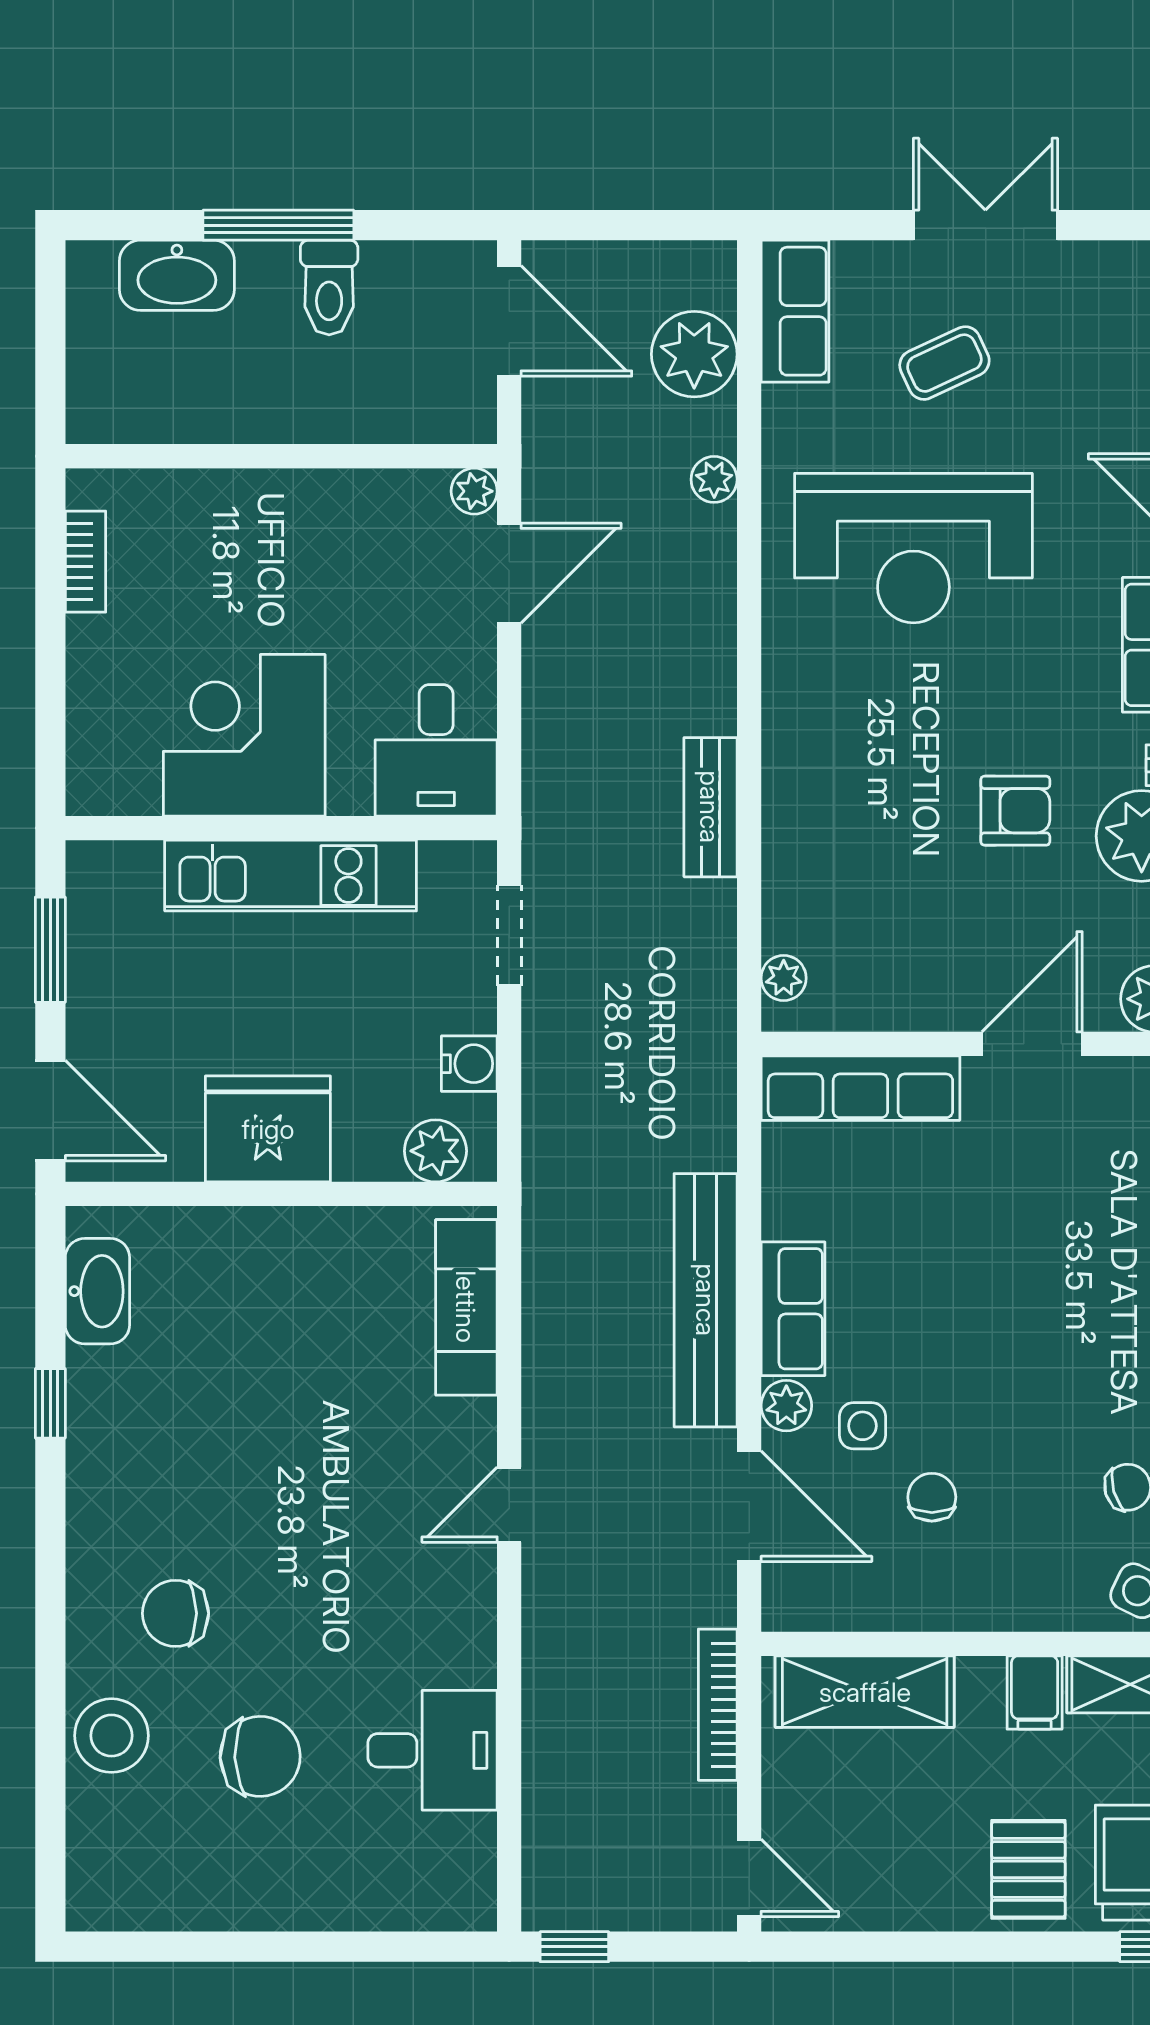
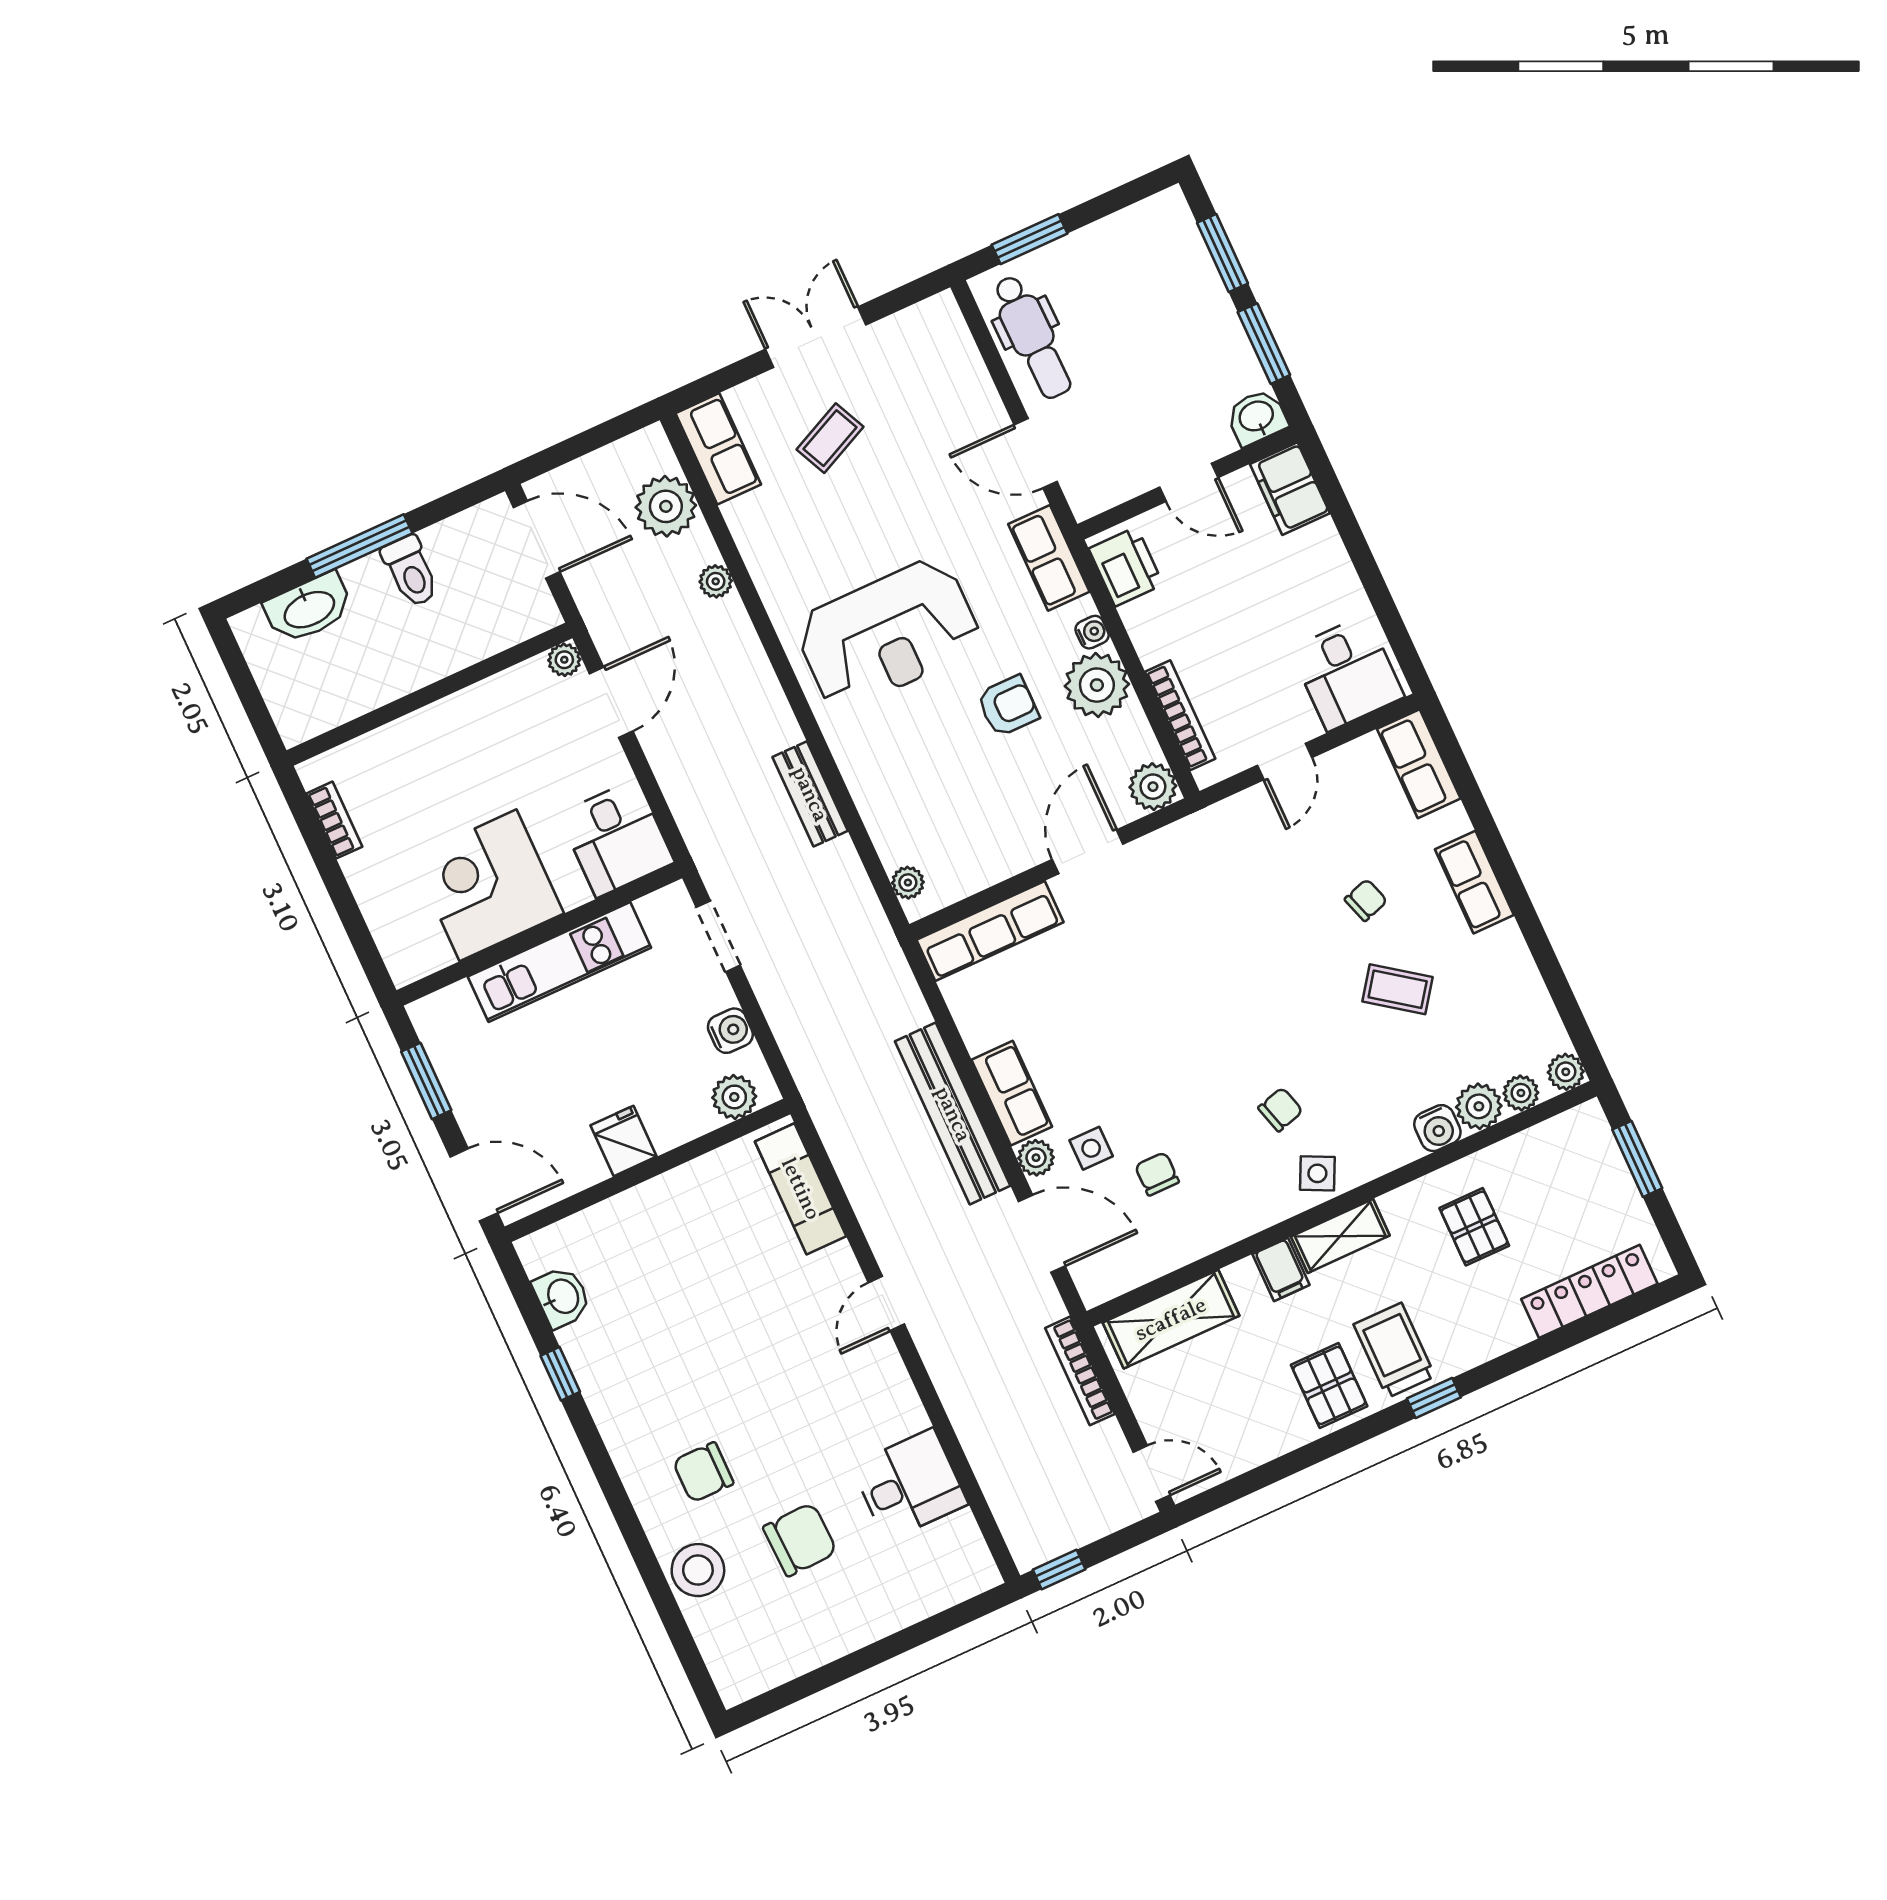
reception desk: (913, 548) -> (888, 634), moved
fridge: (268, 1129) -> (624, 1141), width x0.53, depth x0.75
washbasin: (97, 1291) -> (562, 1297), width x0.72

